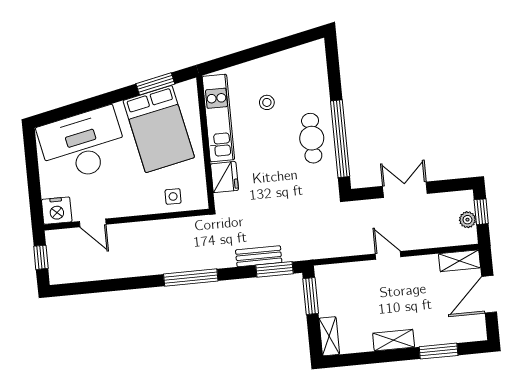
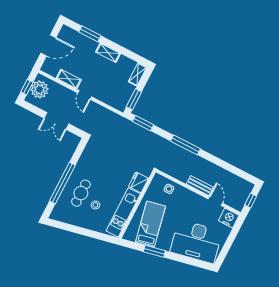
window: (155, 84) -> (154, 251), moved
bed: (159, 129) -> (150, 224), width x0.67
cafe table: (312, 138) -> (81, 193), moved
window: (340, 139) -> (62, 183), moved
plant: (467, 220) -> (39, 89), width x1.88, depth x1.88
bench: (259, 256) -> (200, 186), moved
shelving: (459, 261) -> (69, 79), moved

